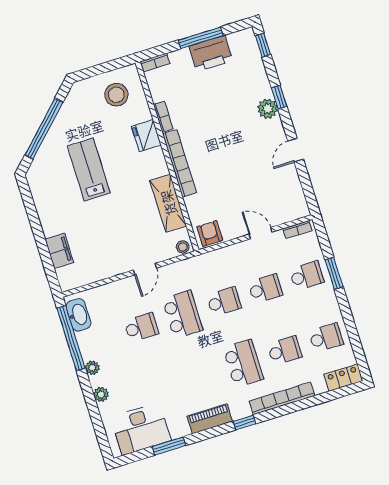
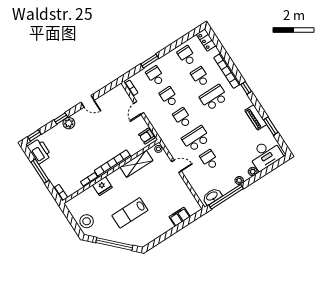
printer: (211, 53) -> (39, 151), moved
stool: (116, 95) -> (87, 221), moved
piano: (210, 419) -> (256, 117), moved
desk: (141, 429) -> (265, 155), moved, turned 90

